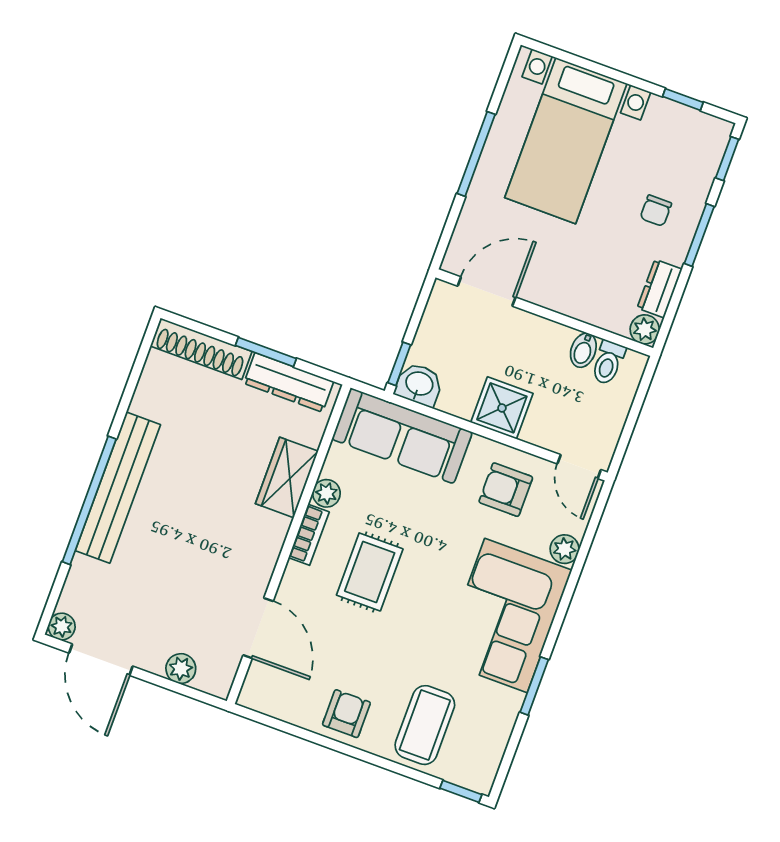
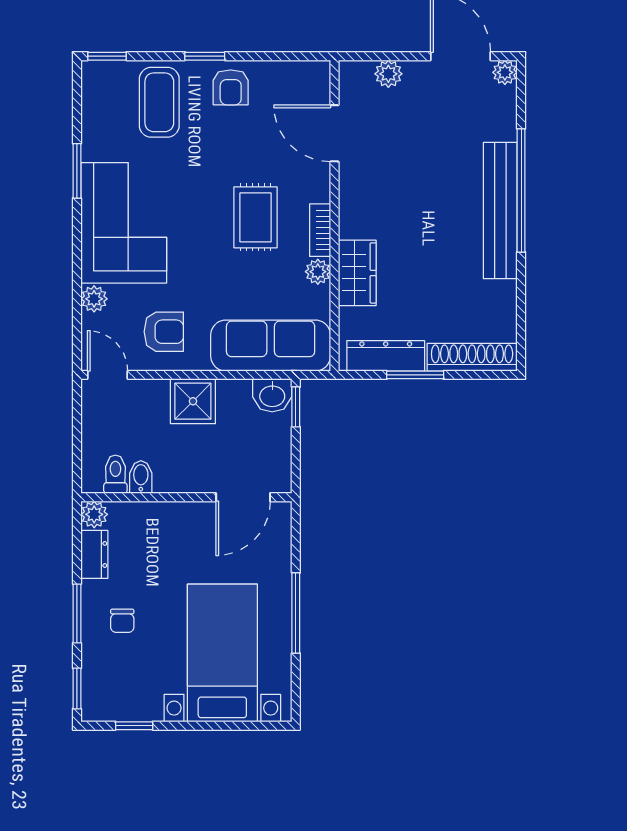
chair: (656, 211) -> (122, 621), turned 180
window: (361, 755) -> (205, 56), added

